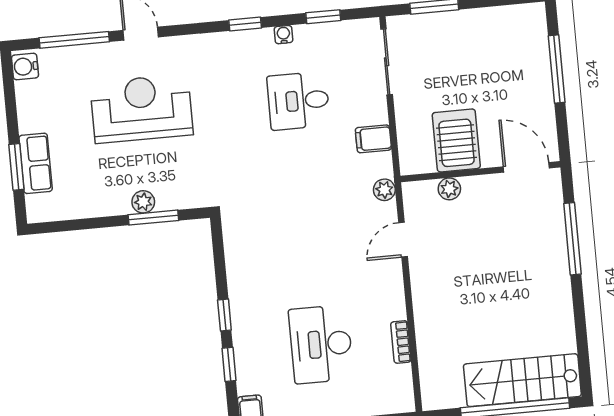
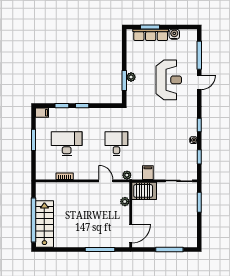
water cooler: (25, 67) -> (174, 34), moved
desk: (298, 101) -> (116, 144), moved
server rack: (456, 140) -> (144, 191), moved
row of seats: (36, 163) -> (151, 35), width x1.48

